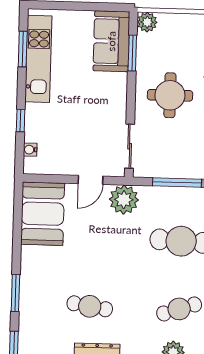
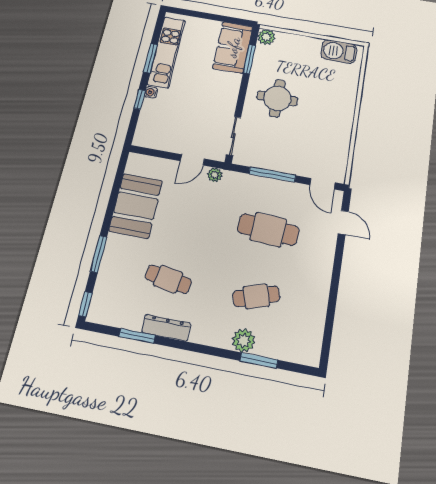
window: (23, 49) -> (150, 58), moved
water cooler: (30, 150) -> (151, 92), moved
plant: (124, 200) -> (215, 175), width x0.53, depth x0.53
booth: (43, 214) -> (136, 206), moved

